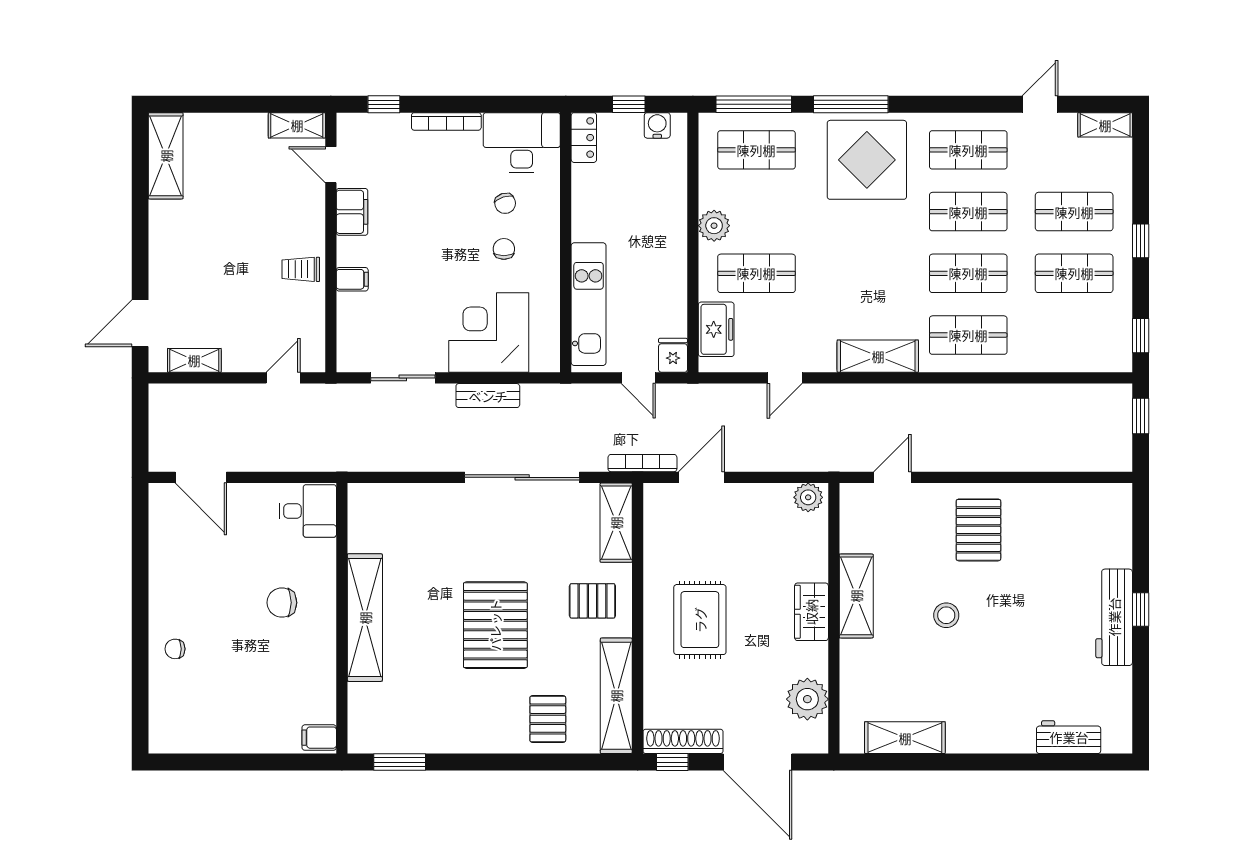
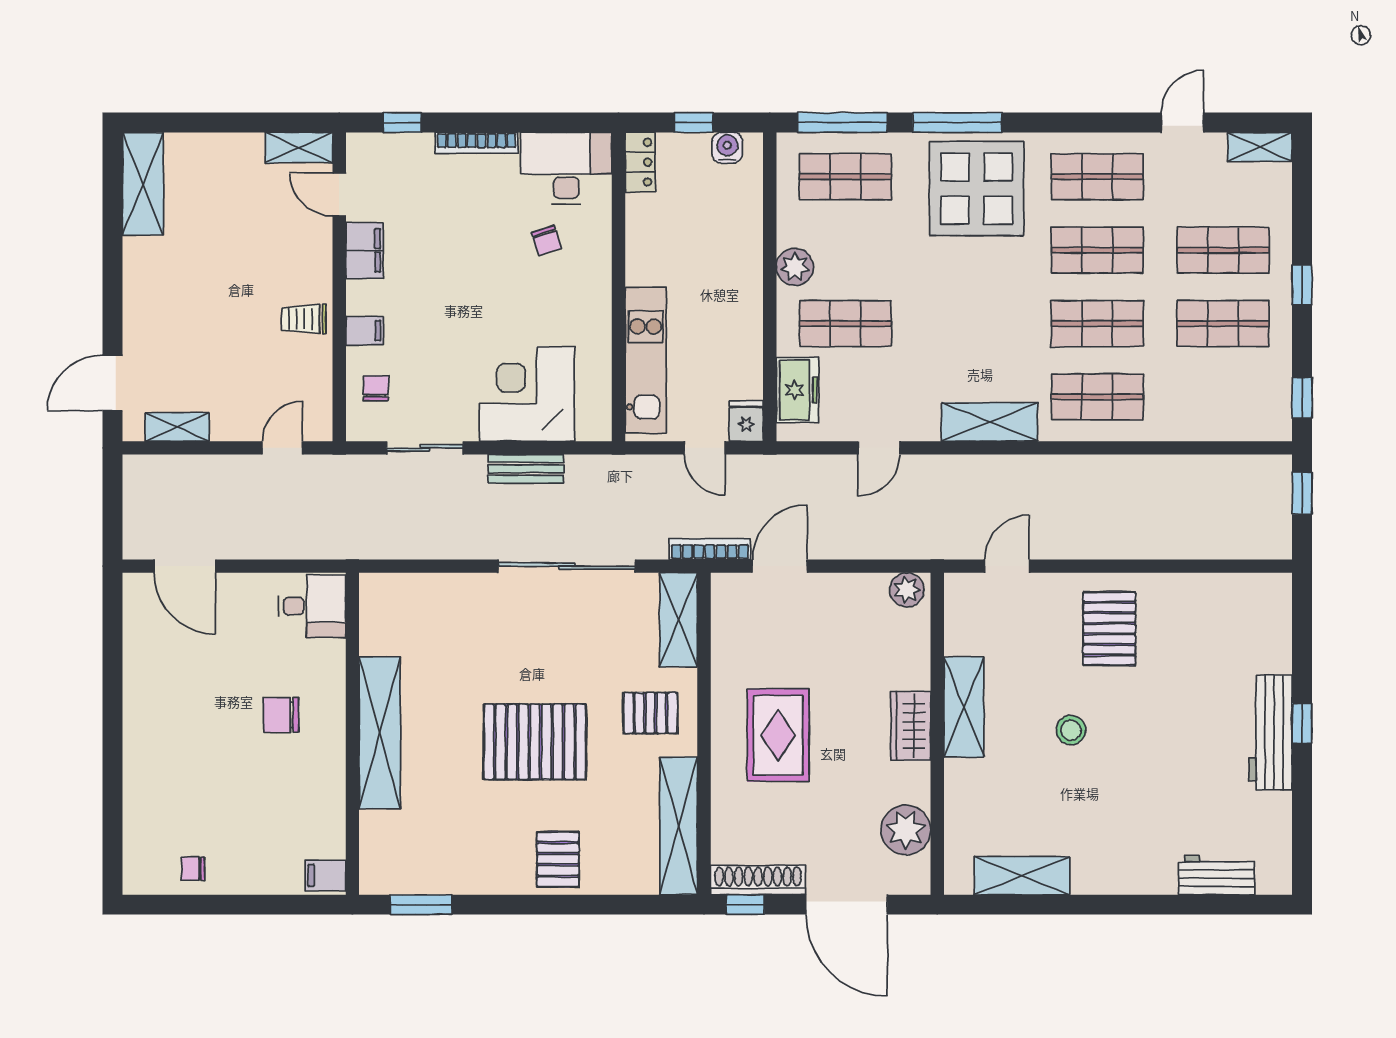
chair: (504, 249) -> (376, 388), moved
pallet: (495, 625) -> (535, 742), turned 90
chair: (175, 649) -> (193, 869), moved
pallet: (548, 719) -> (558, 859), moved

